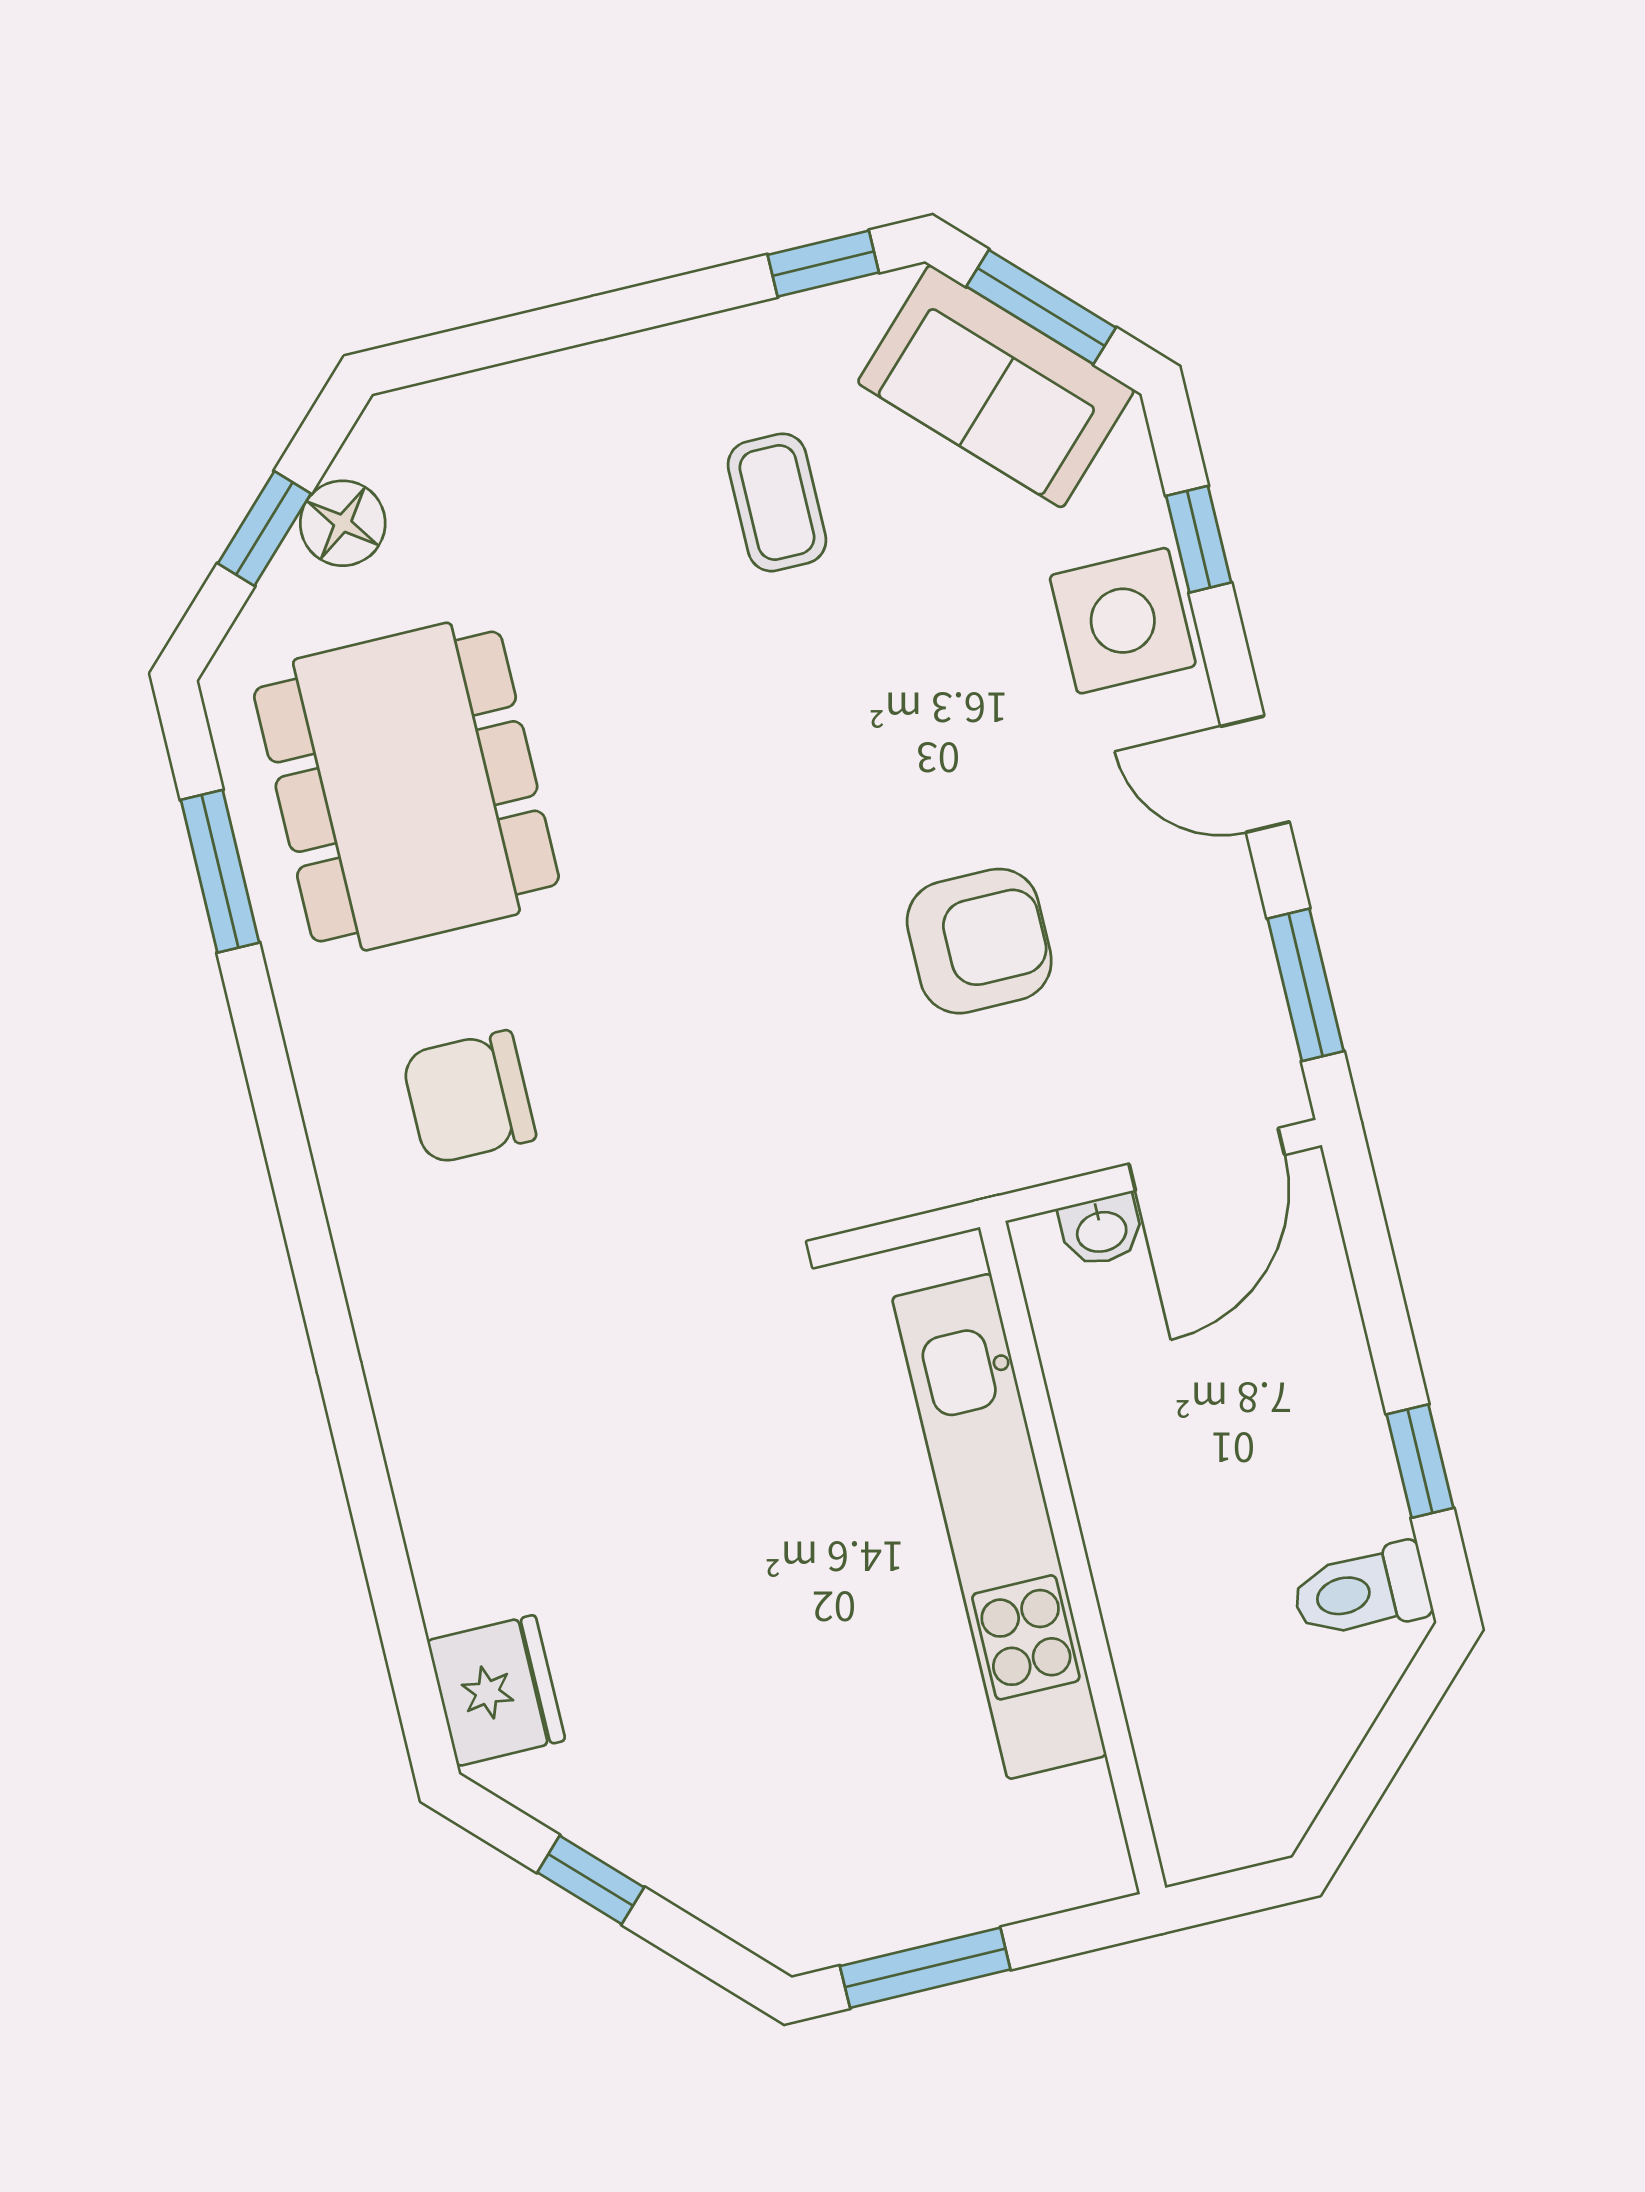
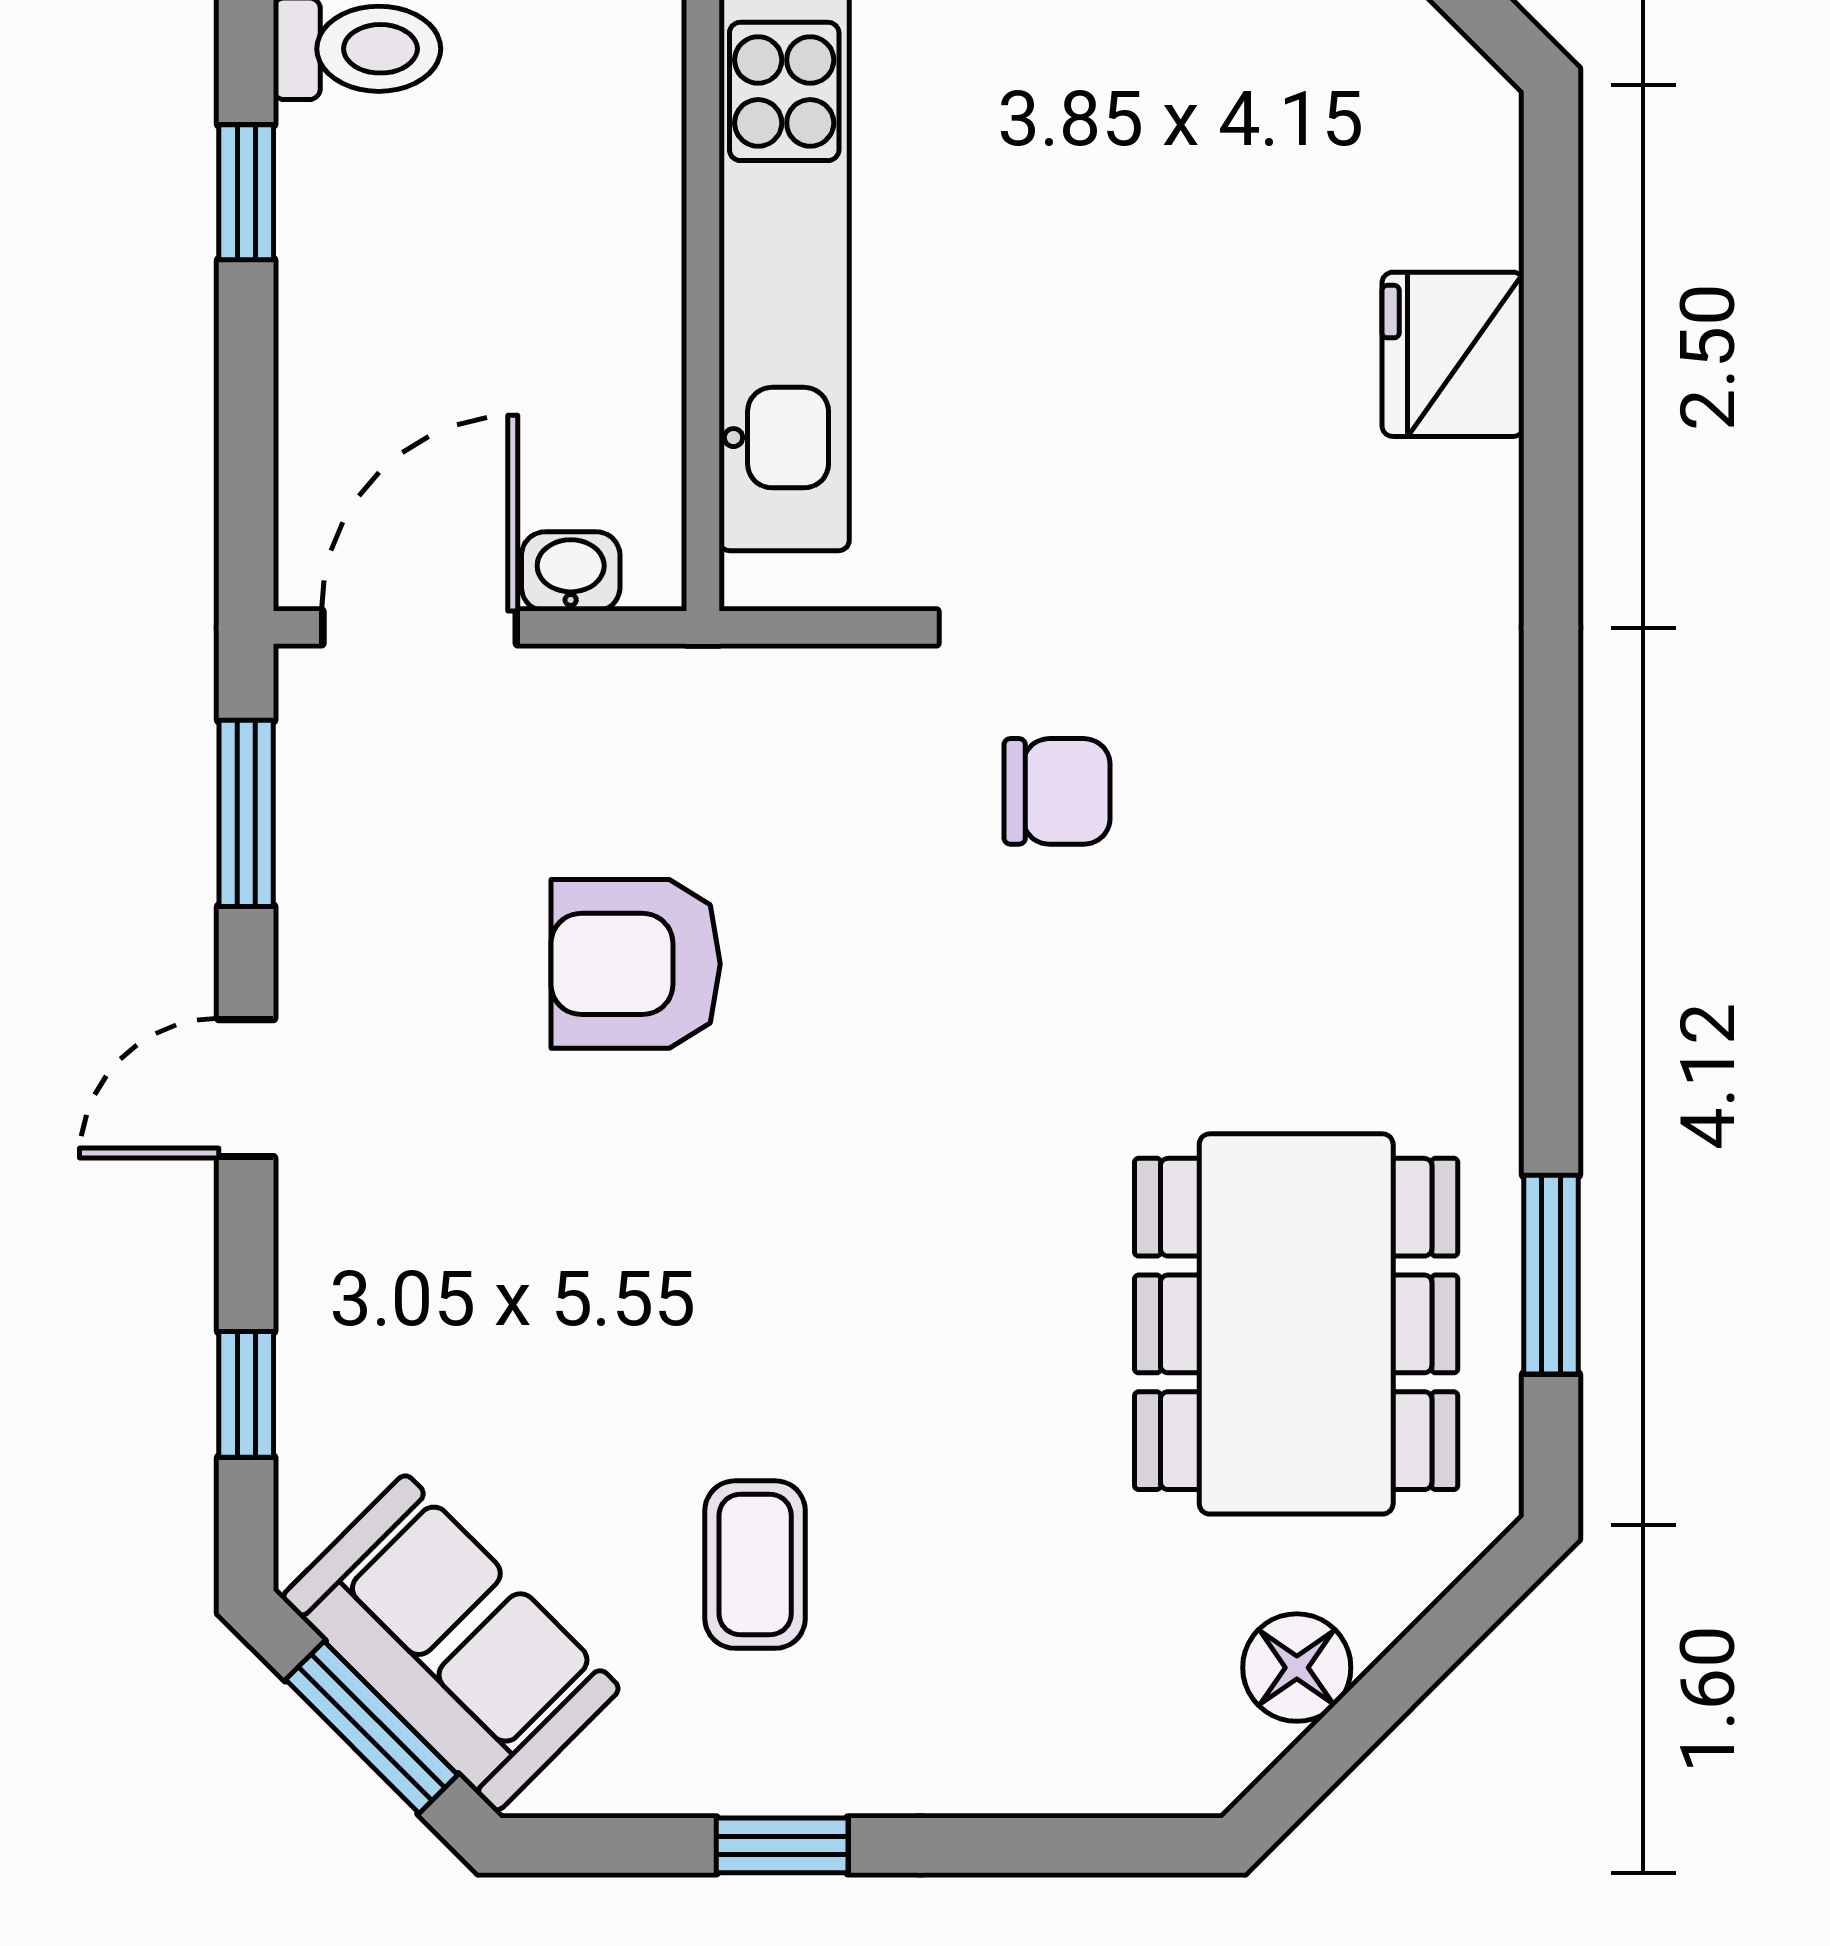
window: (823, 264) -> (782, 1845), moved
window: (264, 529) -> (1395, 1684), removed
side table: (1123, 621) -> (364, 1316), removed
door: (1255, 774) -> (246, 1088), swing flipped
chair: (469, 1097) -> (1057, 791), moved, width x0.73, depth x0.73
fridge: (496, 1690) -> (1453, 354), moved

